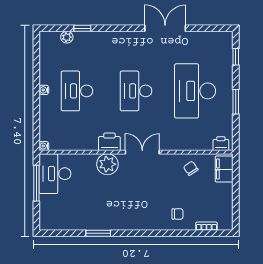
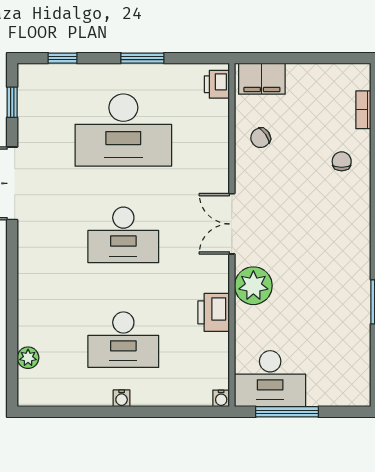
window: (82, 28) -> (12, 102), moved
printer: (109, 142) -> (214, 312), moved

